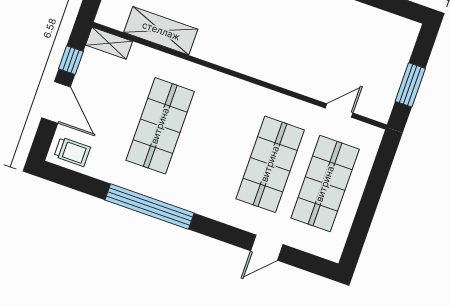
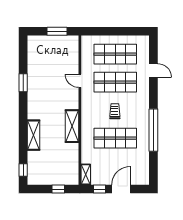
shelving: (161, 31) -> (72, 126), moved
door: (339, 111) -> (80, 81), moved
trolley: (72, 152) -> (115, 111), moved

